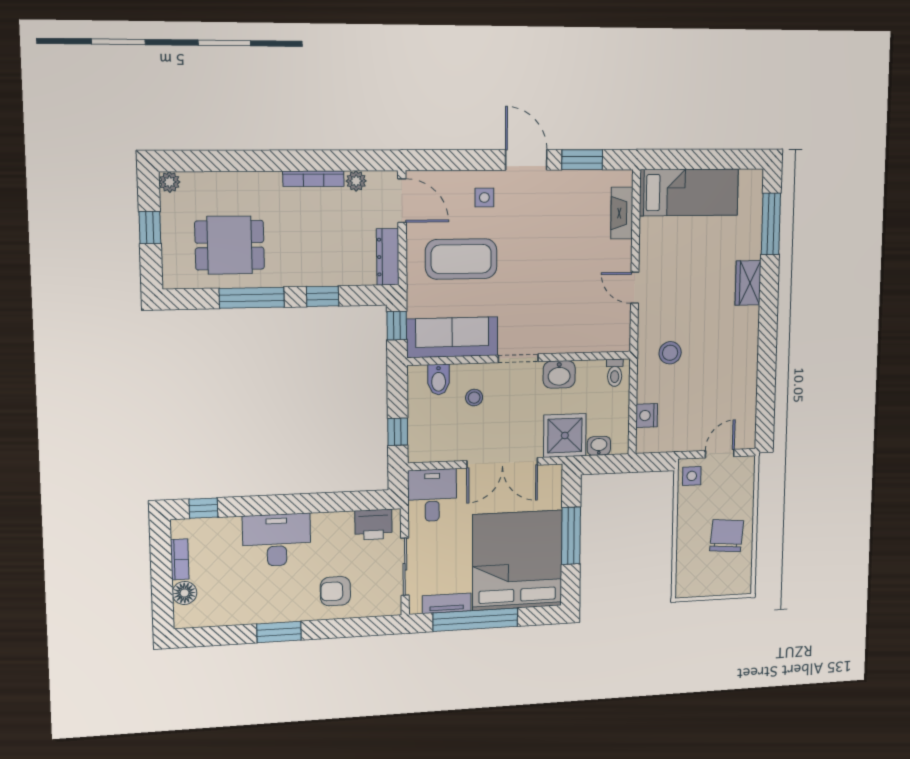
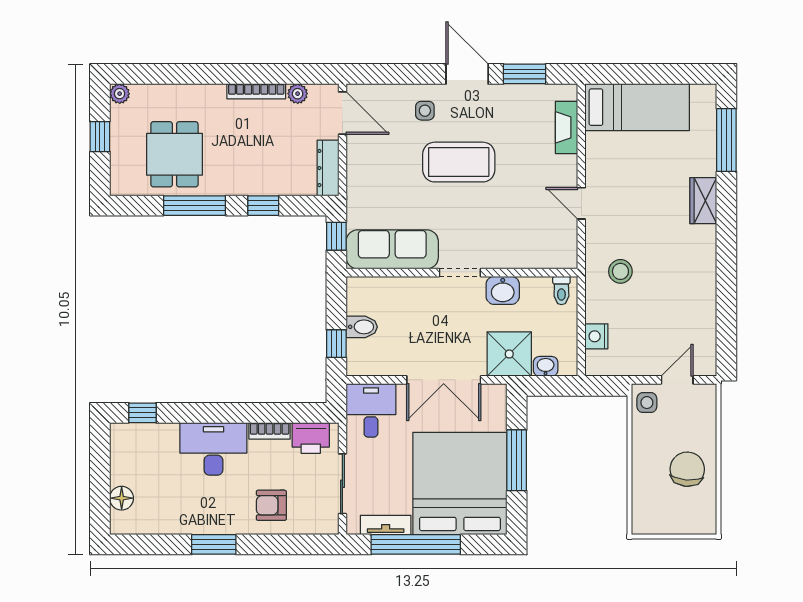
dining table: (230, 245) -> (174, 154), turned 90
coffee table: (461, 259) -> (459, 162), moved
bidet: (439, 380) -> (362, 327), moved, turned -90
stool: (474, 398) -> (414, 311), removed
bookcase: (180, 559) -> (270, 431), moved, turned 90

